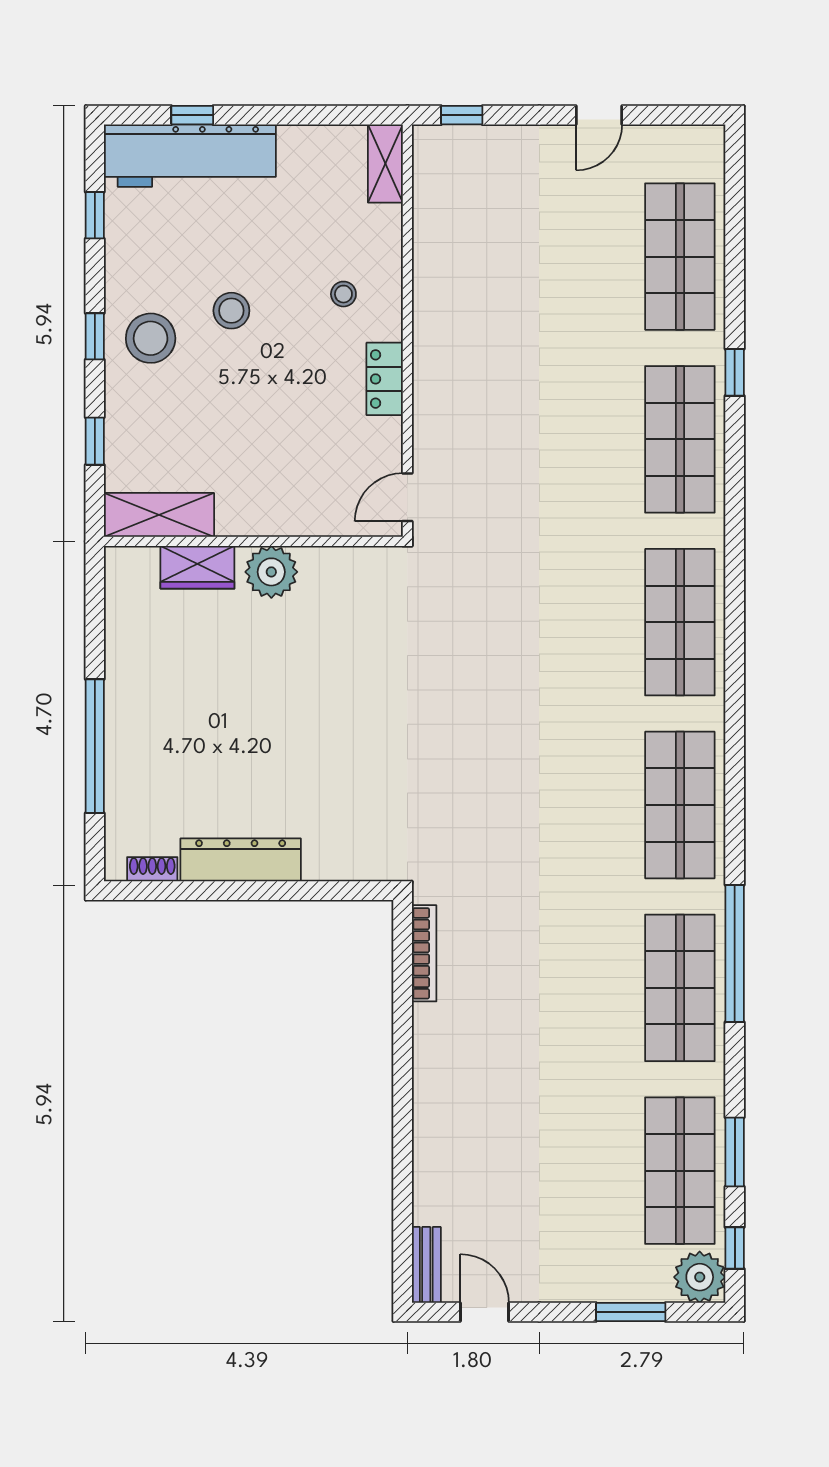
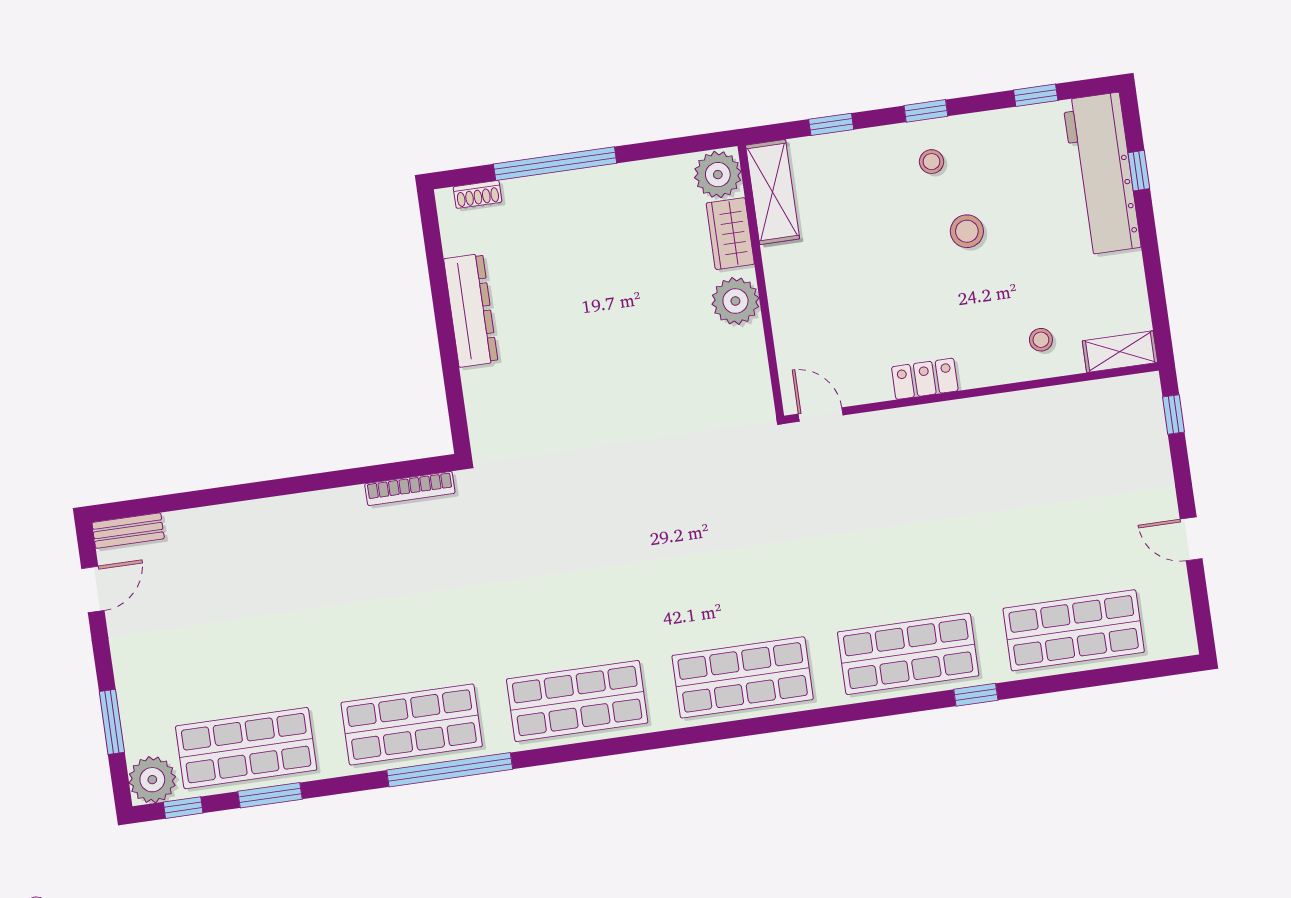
stool: (343, 294) -> (1041, 340), moved
stool: (151, 338) -> (932, 162), width x0.53, depth x0.53
plant: (132, 572) -> (718, 175), added
shoe rack: (152, 869) -> (478, 194), moved, turned 90

